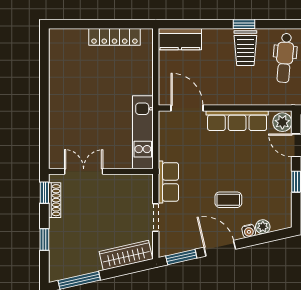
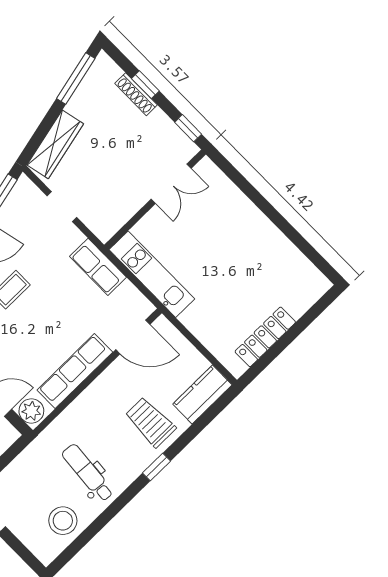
trolley: (245, 48) -> (150, 422), moved
row of seats: (168, 182) -> (98, 267), moved
shoe rack: (55, 200) -> (136, 94), moved

